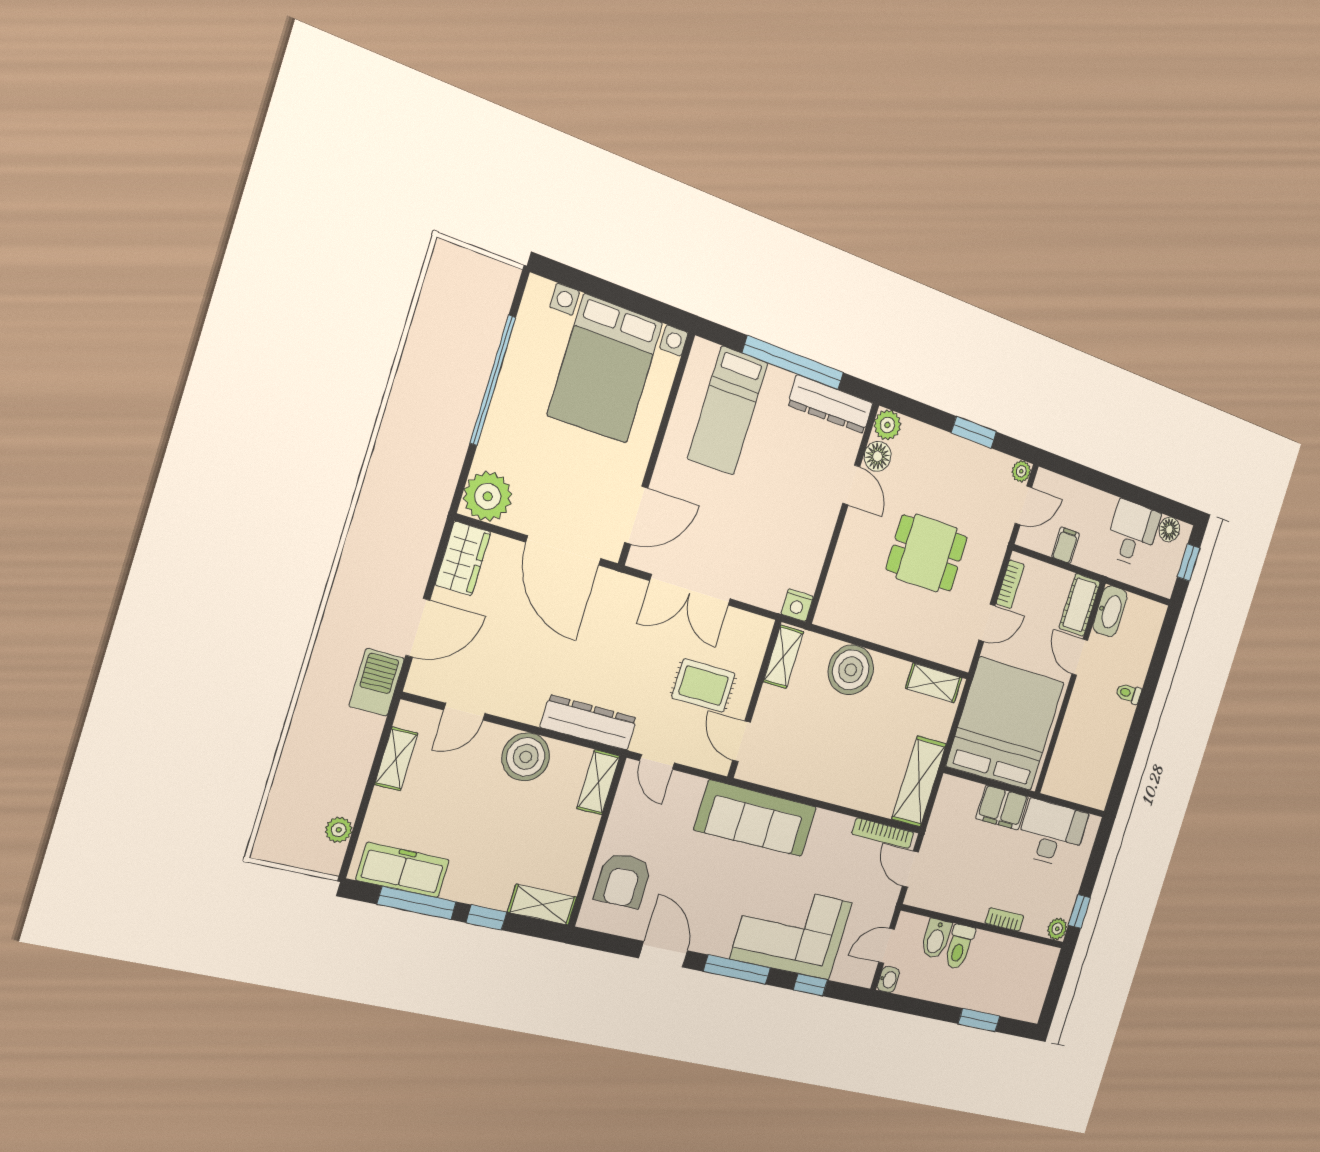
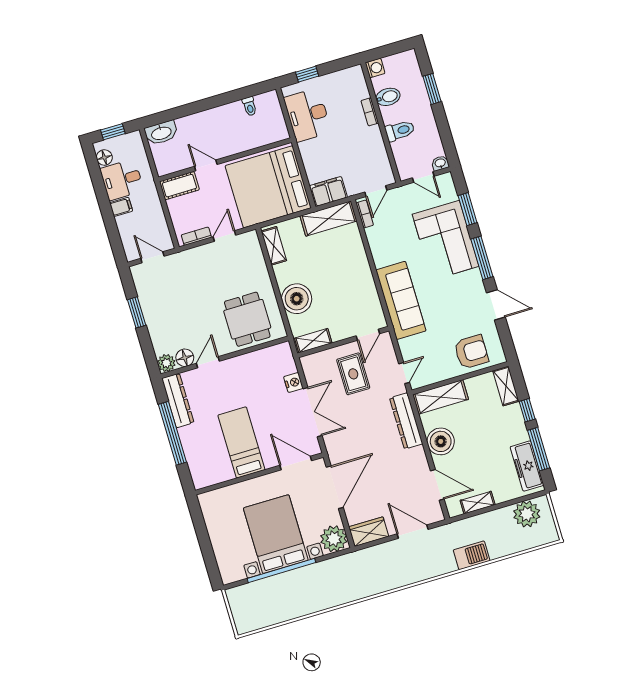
bed with nightstands: (605, 369) -> (276, 534), moved, turned -90
bed: (728, 411) -> (241, 442), moved, turned -90
plant: (1021, 471) -> (137, 271), removed
filing cabinet: (1066, 545) -> (121, 207), moved, turned 180
dining table: (927, 553) -> (247, 319), moved
nightstand: (797, 605) -> (293, 382), moved
washbasin: (1110, 611) -> (161, 133), moved, turned 180
door: (987, 623) -> (224, 236), hinge flipped
door: (1080, 657) -> (206, 165), swing flipped
barbecue: (377, 682) -> (472, 555), moved, turned 180
toilet: (1128, 693) -> (250, 106), moved
door: (464, 712) -> (437, 485), width x1.38
shelving: (598, 782) -> (441, 397), width x1.50, depth x1.33
filing cabinet: (1002, 808) -> (328, 191), moved, turned -90
plant: (339, 830) -> (527, 514), width x1.87, depth x1.87
bookcase: (883, 833) -> (365, 214), width x0.64
window: (1079, 911) -> (307, 74), moved
plant: (1057, 929) -> (356, 73), removed
bidet: (936, 939) -> (388, 97), moved
door: (663, 954) -> (496, 305), swing flipped
washing machine: (1047, 958) -> (375, 68), added
window: (810, 985) -> (468, 209), width x1.50

